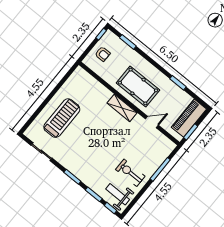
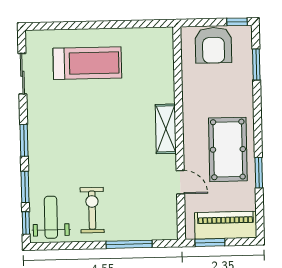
armchair: (103, 54) -> (213, 45), width x1.88, depth x1.88
pool table: (138, 87) -> (228, 149), moved

